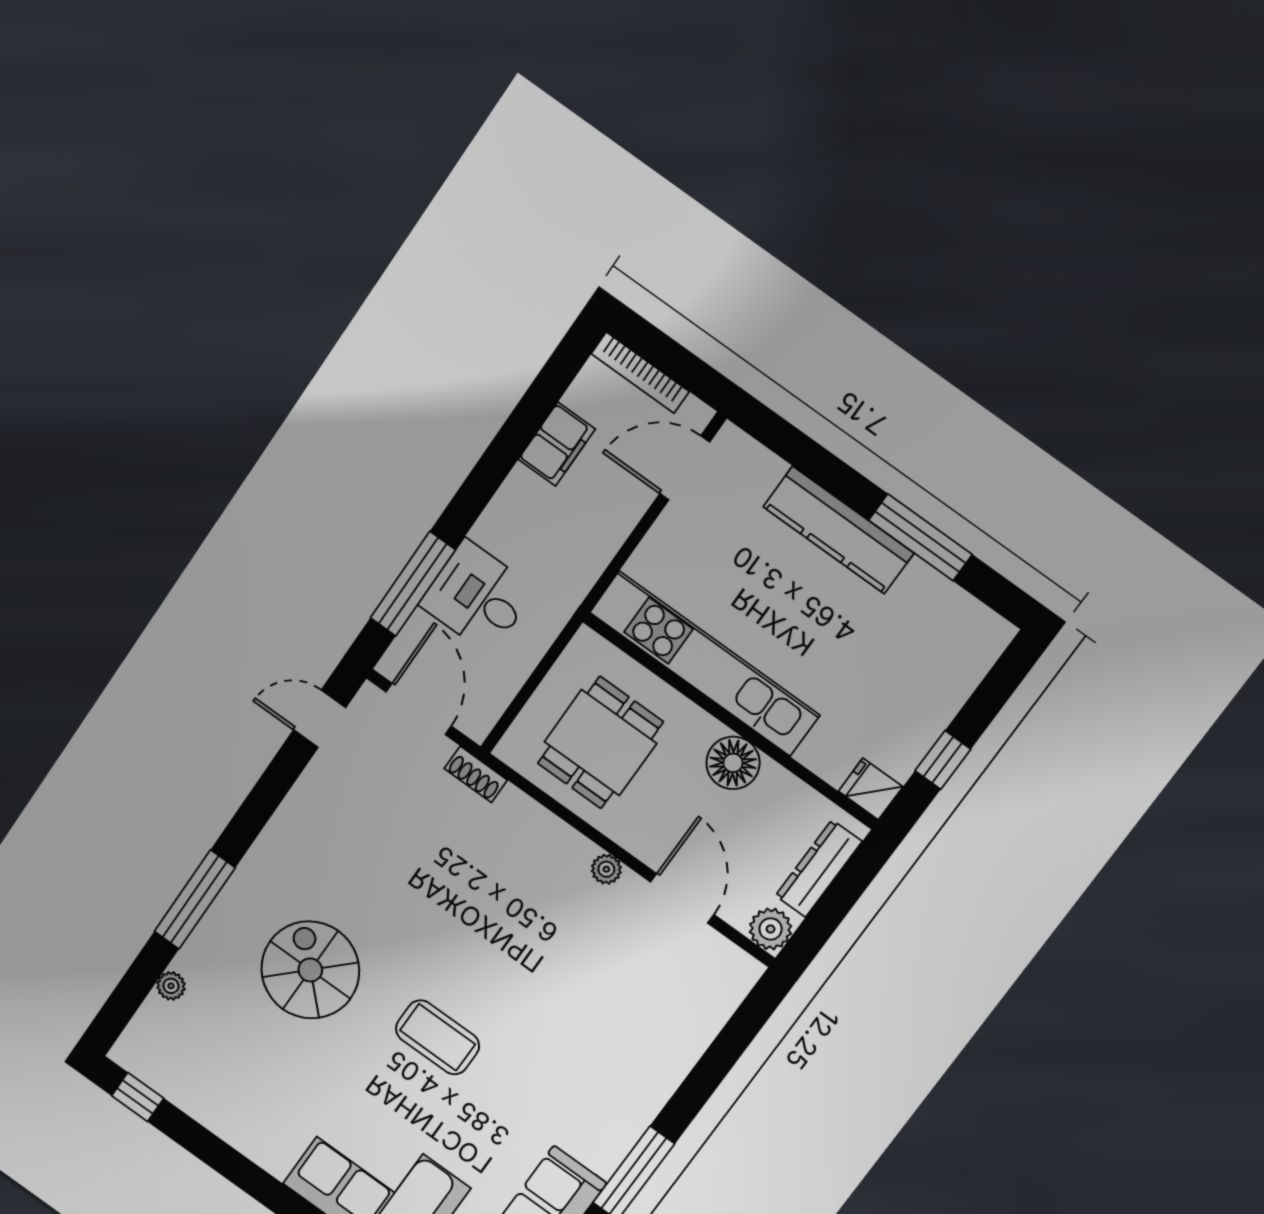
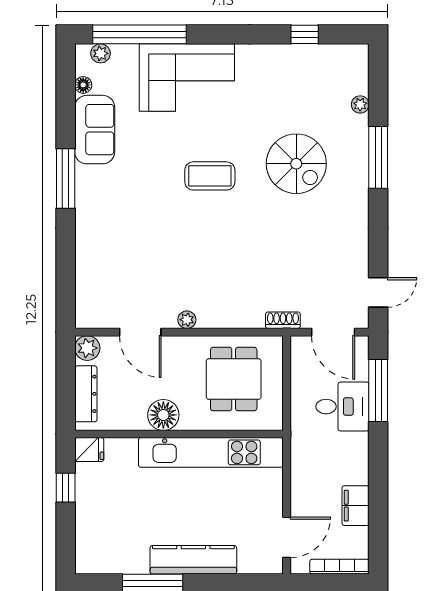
window: (138, 1097) -> (305, 34), moved

